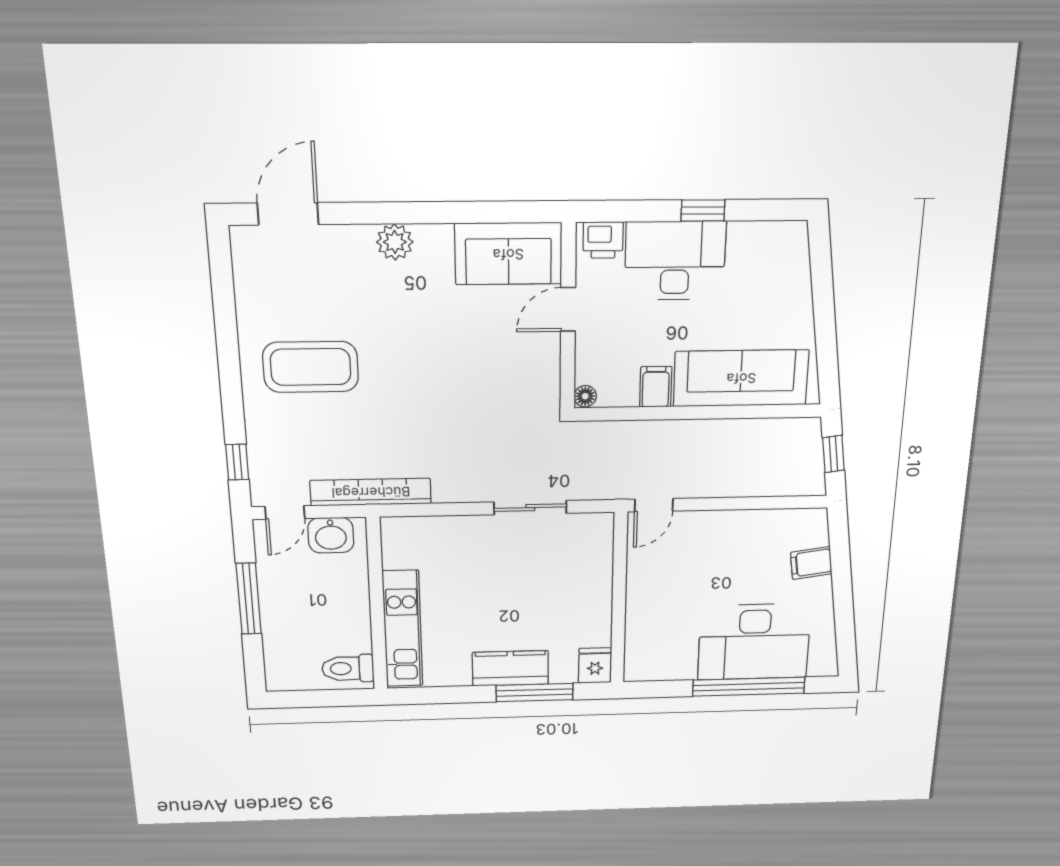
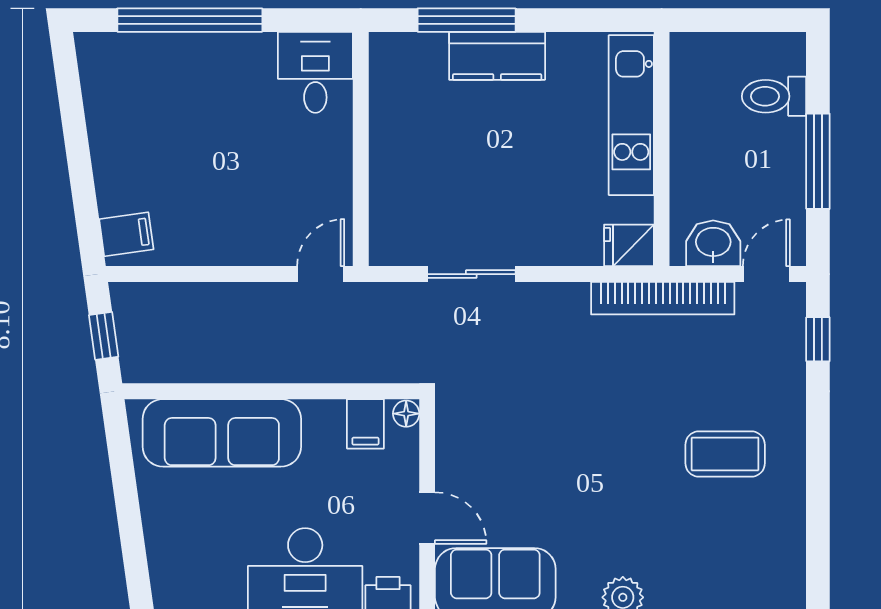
door: (568, 309) -> (427, 518), hinge flipped
coffee table: (311, 367) -> (725, 454), width x0.73, depth x0.76
filing cabinet: (656, 387) -> (365, 424), moved
filing cabinet: (811, 563) -> (126, 234), moved
desk: (754, 642) -> (315, 72), moved, width x0.53, depth x0.77
fridge: (595, 665) -> (629, 245), moved, turned 90
toilet: (348, 668) -> (774, 96), moved, turned 180

